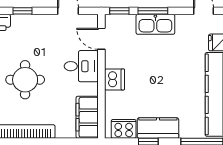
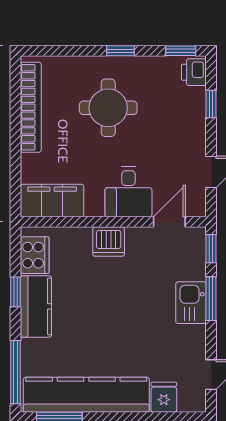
kitchen sink: (155, 24) -> (191, 303), width x0.73

